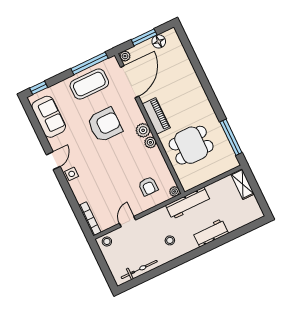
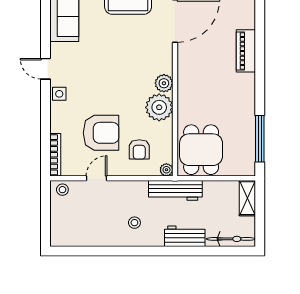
piano: (156, 116) -> (246, 51), moved, turned 180
armchair: (105, 125) -> (101, 133), moved
plant: (150, 142) -> (159, 107), width x1.88, depth x1.88
dining table: (191, 145) -> (201, 150), moved, turned 90
door: (53, 161) -> (45, 69), swing flipped
bicycle: (139, 269) -> (231, 239), moved

